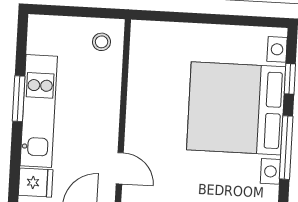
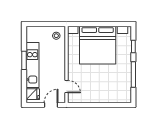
bed with nightstands: (236, 108) -> (98, 45), moved, turned -90

